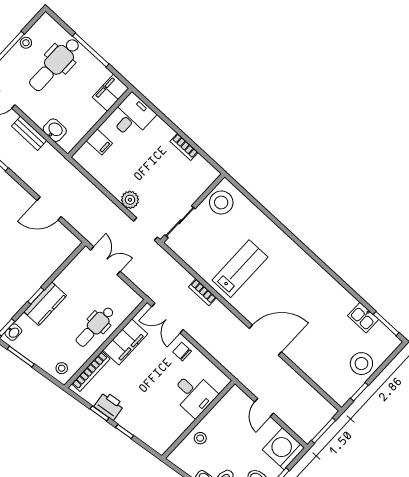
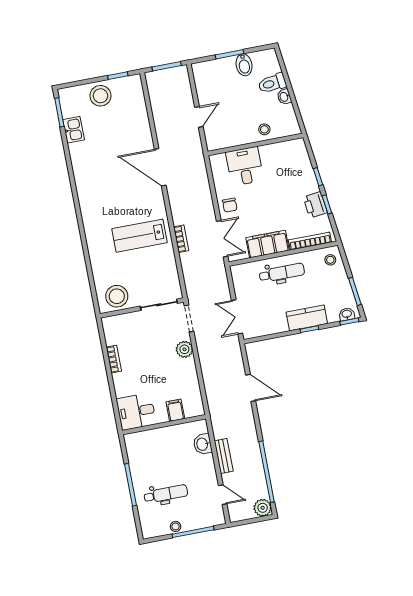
dental chair: (55, 64) -> (166, 494), width x0.73, depth x0.72
filing cabinet: (111, 93) -> (139, 441), removed
washing machine: (283, 449) -> (207, 75), removed

